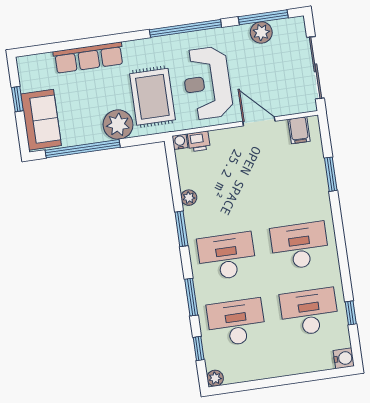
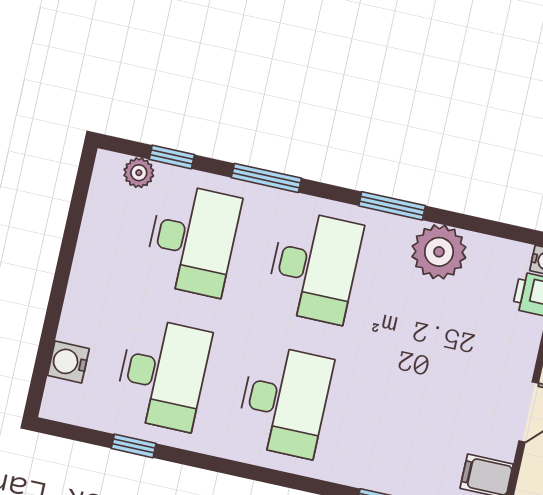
plant: (189, 198) -> (439, 252), width x1.88, depth x1.88
water cooler: (344, 358) -> (68, 362), moved, turned 90
plant: (215, 378) -> (139, 173), moved

